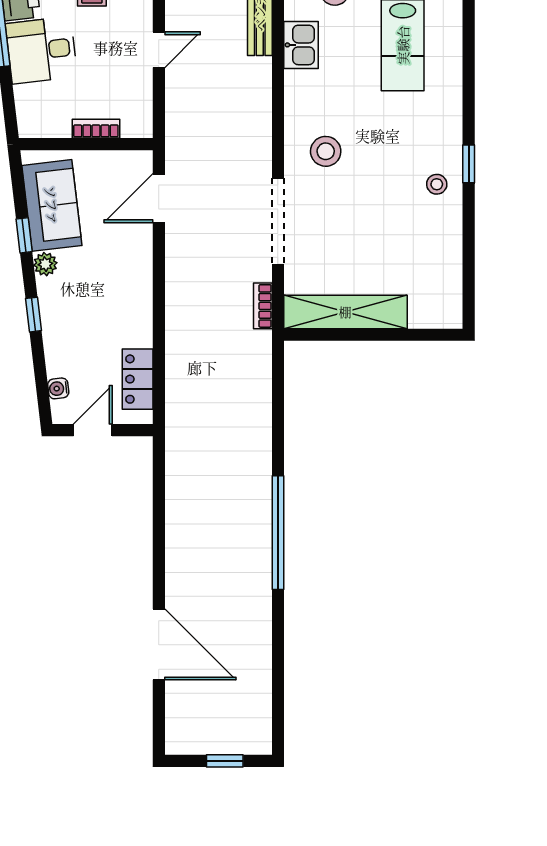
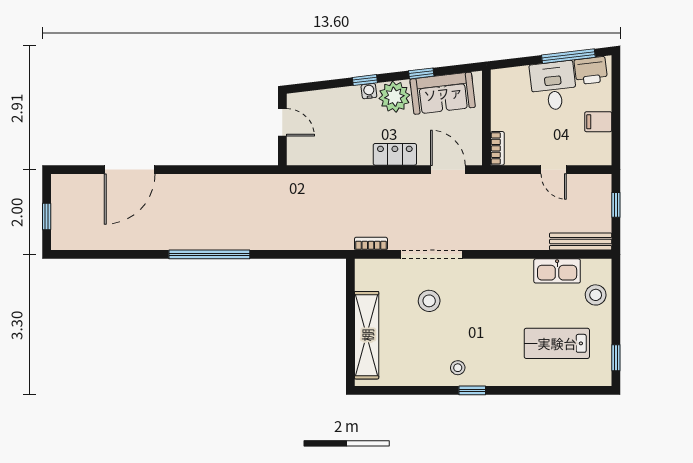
kitchen sink: (301, 45) -> (557, 271), width x1.38
bookcase: (96, 129) -> (497, 148), moved
stool: (326, 151) -> (429, 301), moved
plant: (45, 264) -> (394, 97), width x1.88, depth x1.88
shelving: (345, 312) -> (367, 335), moved
locker: (138, 379) -> (395, 154), moved
water cooler: (58, 388) -> (369, 91), moved

